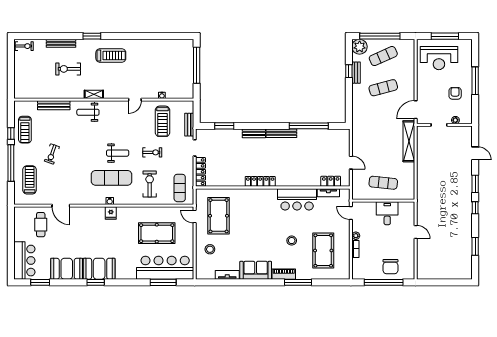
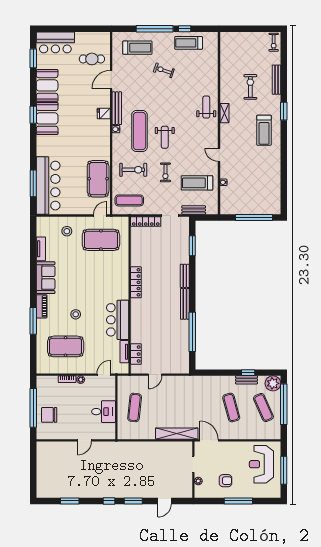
bench: (54, 105) -> (117, 108), moved
fridge: (111, 213) -> (104, 113), moved
pool table: (157, 233) -> (98, 179), moved

